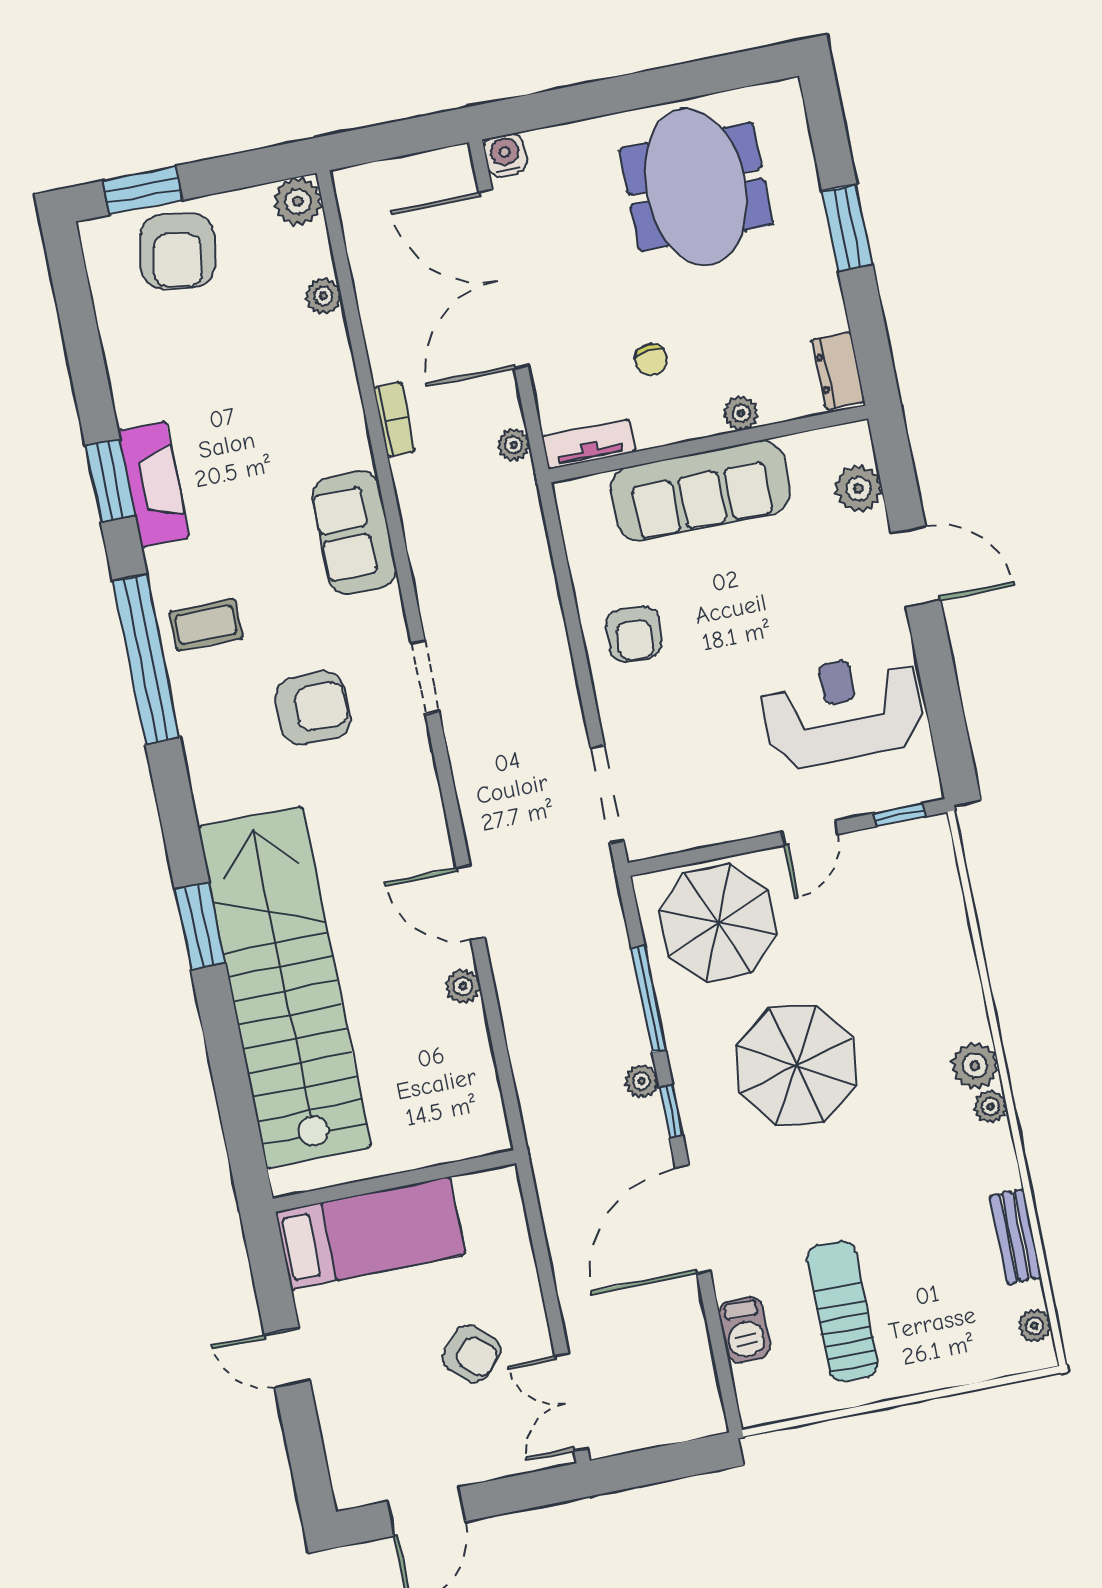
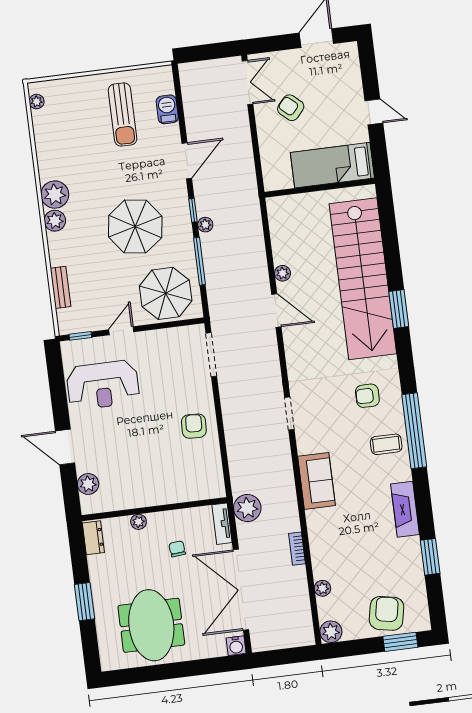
double door: (503, 280) -> (241, 590), swing flipped
bookcase: (394, 420) -> (297, 549), moved
tv unit: (589, 444) -> (222, 524), moved, turned 90
plant: (514, 445) -> (247, 508), width x1.88, depth x1.88
window: (110, 480) -> (430, 557), moved
sofa: (700, 490) -> (159, 488), removed
armchair: (313, 708) -> (367, 396), moved, width x0.72, depth x0.72
plant: (990, 1106) -> (55, 195), width x1.87, depth x1.87
door: (693, 1220) -> (187, 161), width x0.73
bench: (1016, 1237) -> (61, 287), moved

